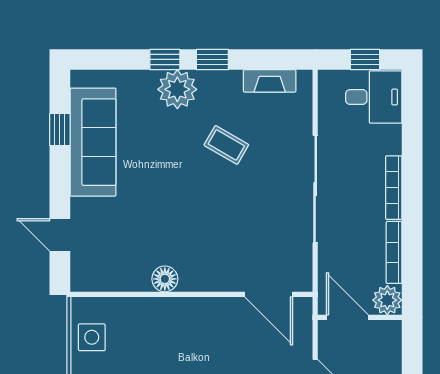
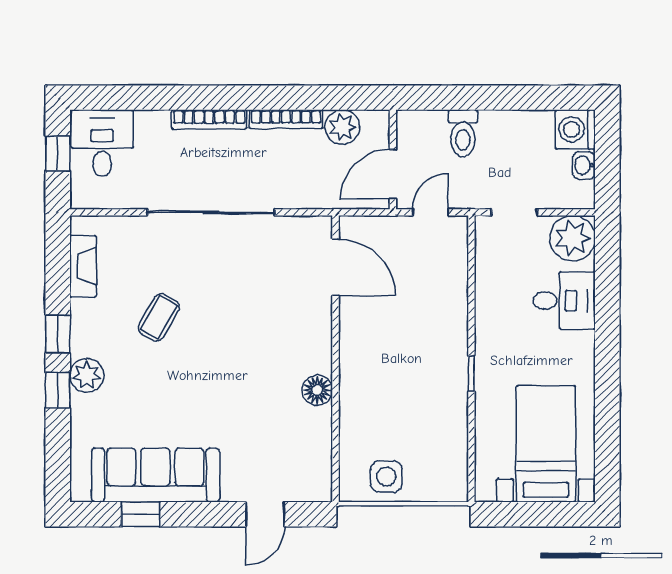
plant: (177, 89) -> (87, 375), width x0.73, depth x0.73
door: (269, 294) -> (336, 267), hinge flipped
door: (347, 317) -> (393, 174), moved
wall: (360, 317) -> (393, 160), moved

